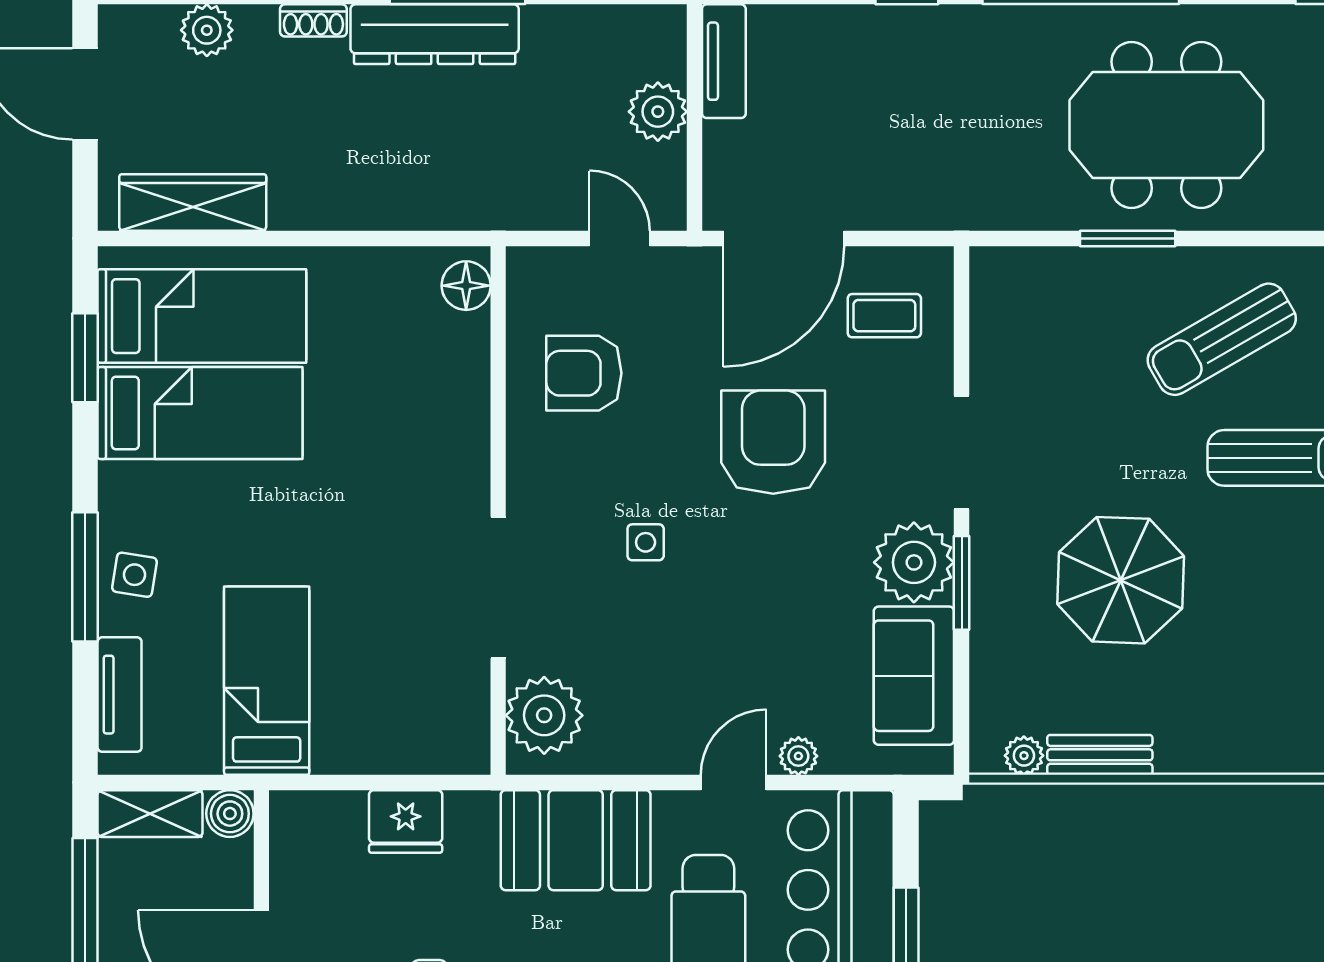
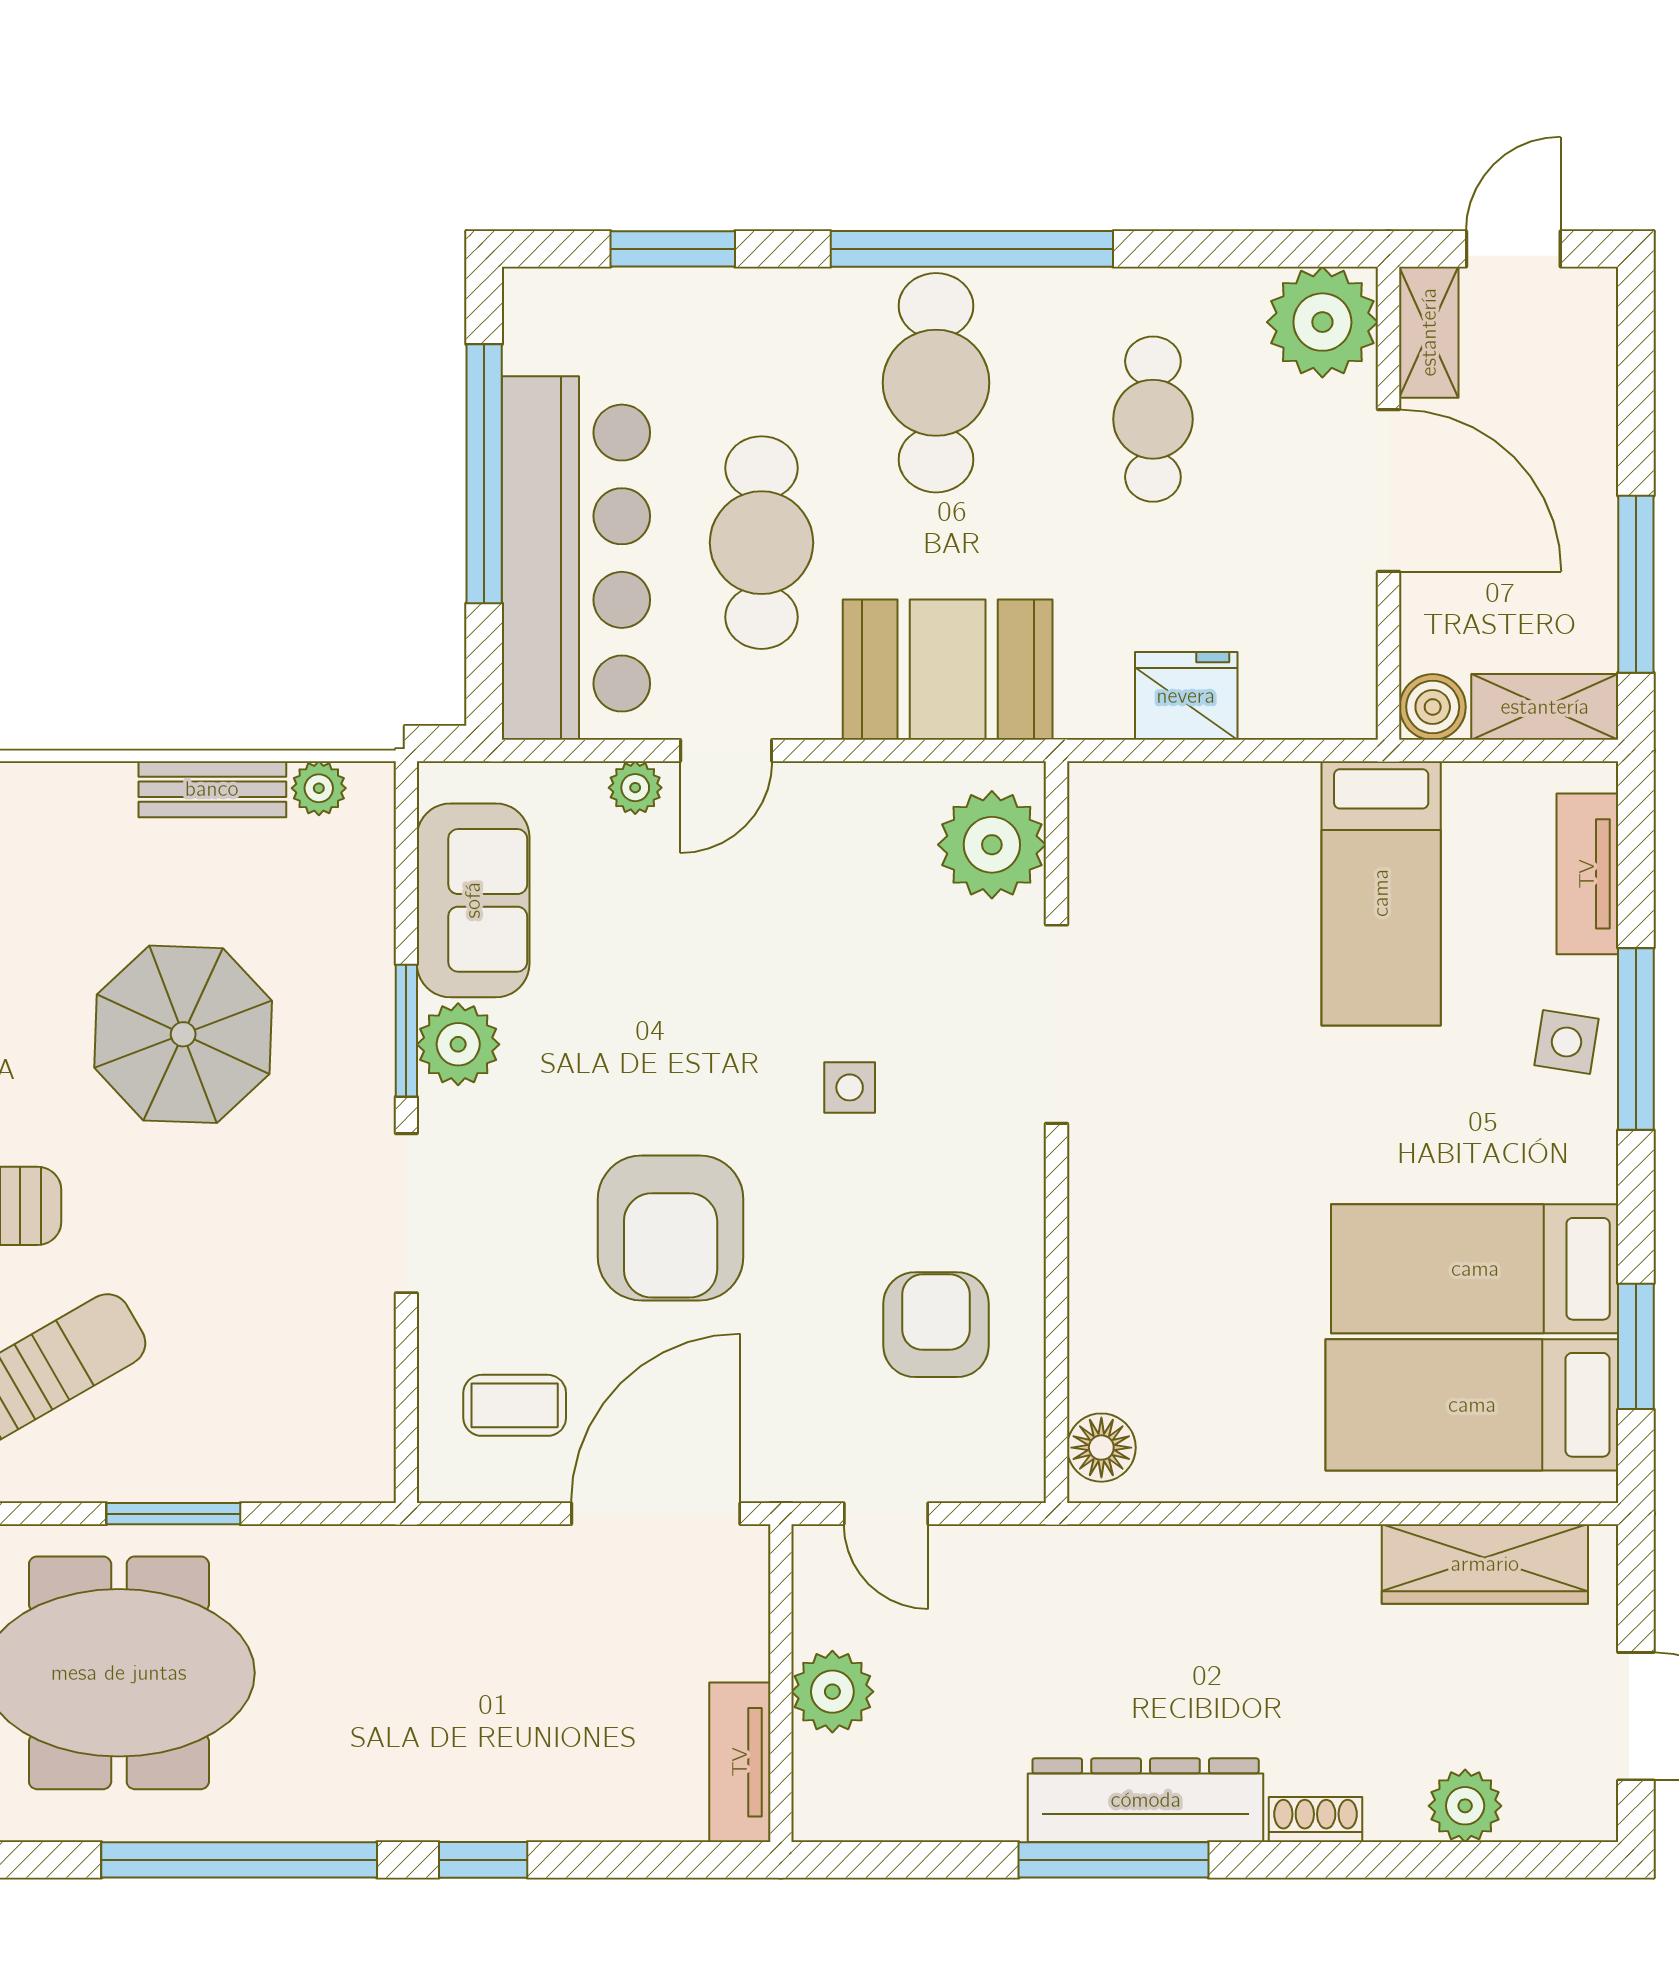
armchair: (584, 373) -> (936, 1325), turned -90
plant: (914, 562) -> (458, 1044), width x0.73, depth x0.73

